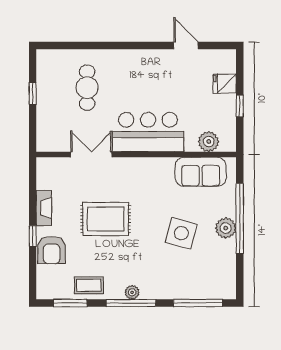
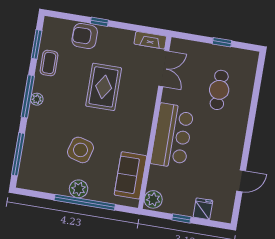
cafe table: (87, 88) -> (219, 90), turned 90
plant: (209, 142) -> (153, 199), moved
double door: (91, 154) -> (164, 68), moved
fireplace: (44, 208) -> (150, 40), moved

